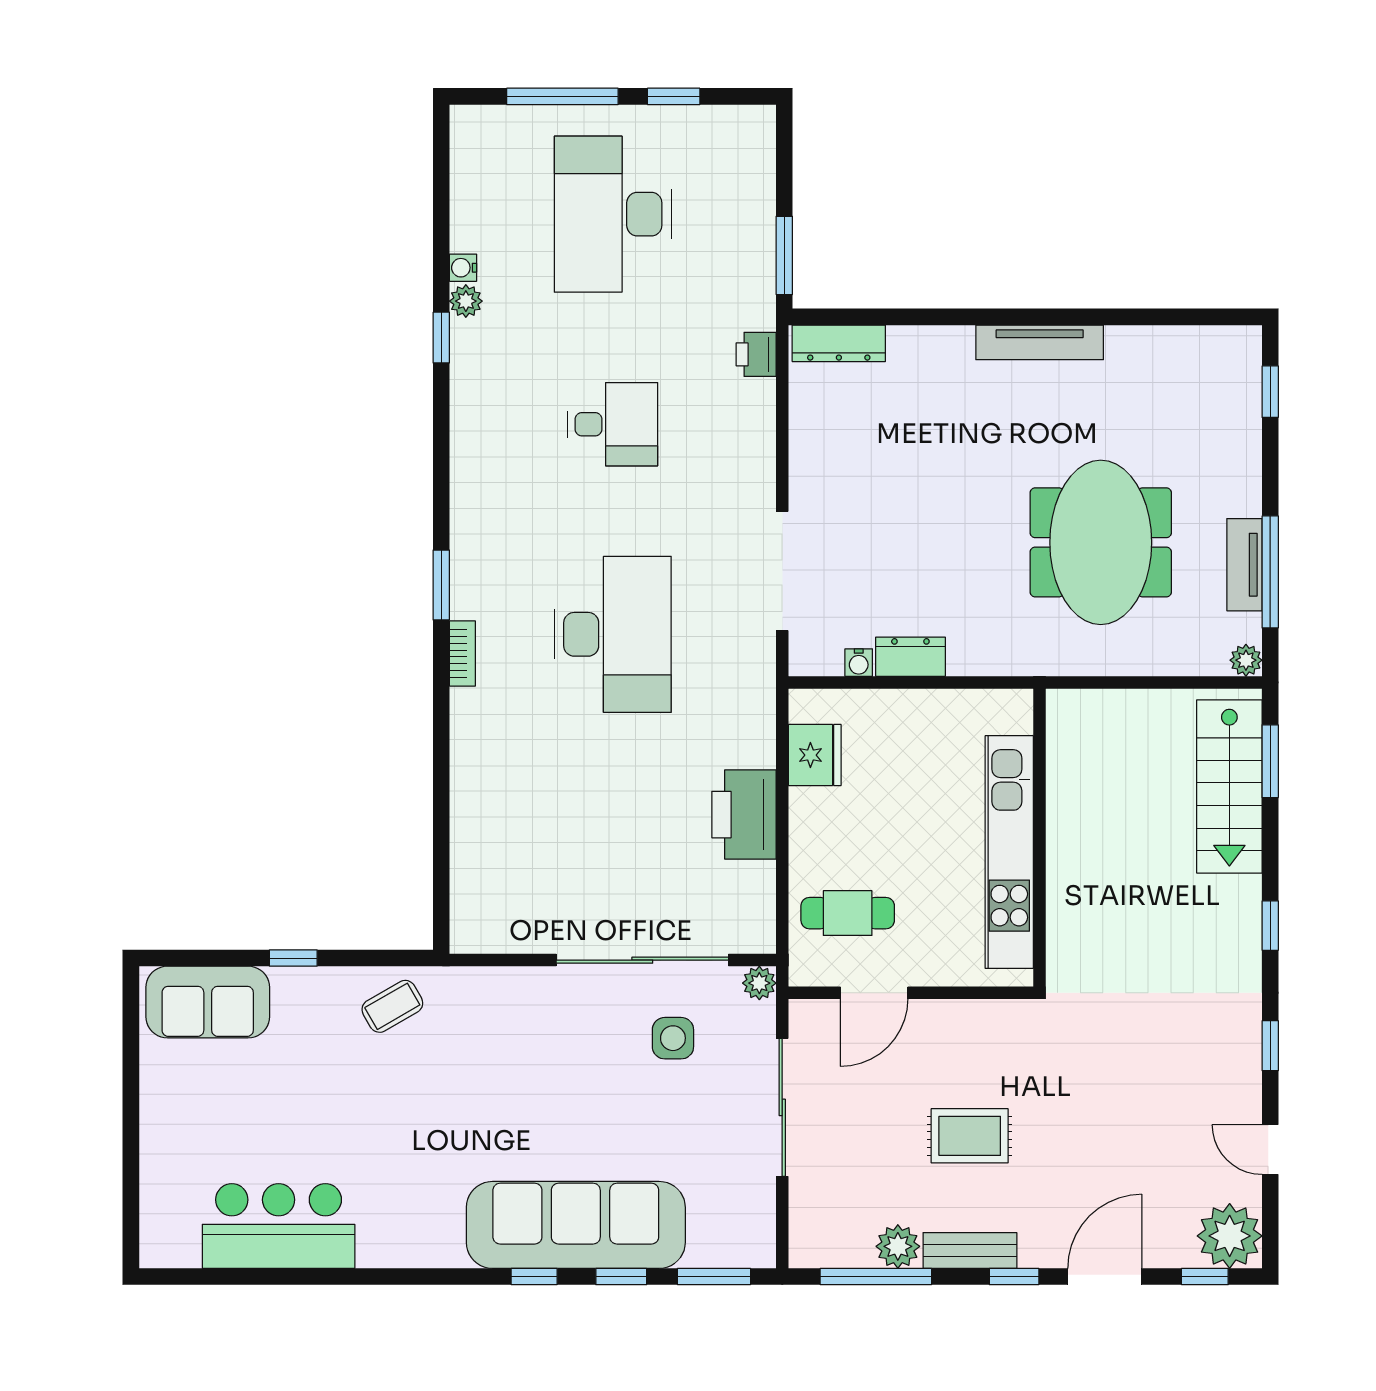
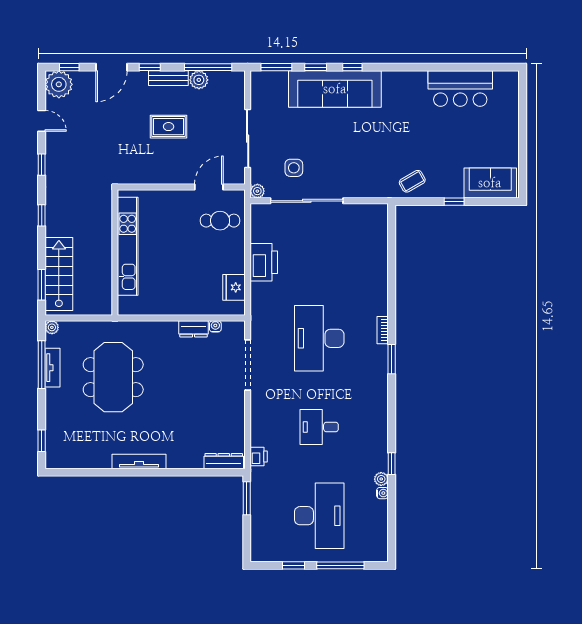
wall: (1039, 838) -> (115, 252), moved
kitchen unit: (1009, 852) -> (128, 246), moved

